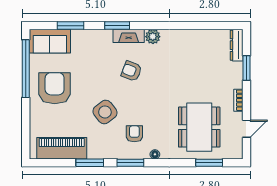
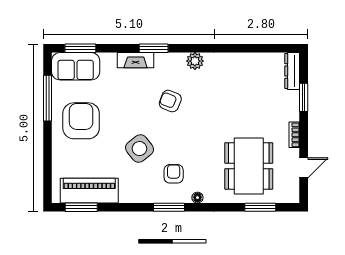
window: (70, 26) -> (80, 48), moved
fireplace: (129, 36) -> (136, 60), moved
window: (26, 69) -> (48, 98), width x0.68
window: (90, 163) -> (81, 207), moved

